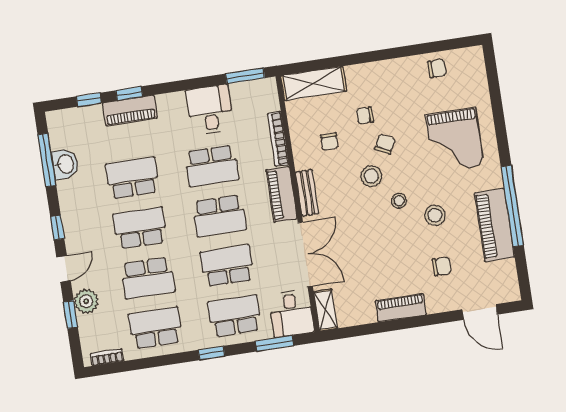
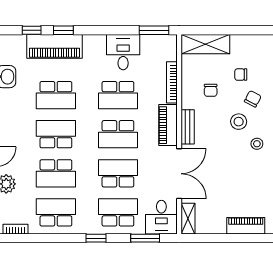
piano: (130, 111) -> (54, 46), width x1.37, depth x1.33
school desk: (132, 178) -> (56, 95), turned 180

